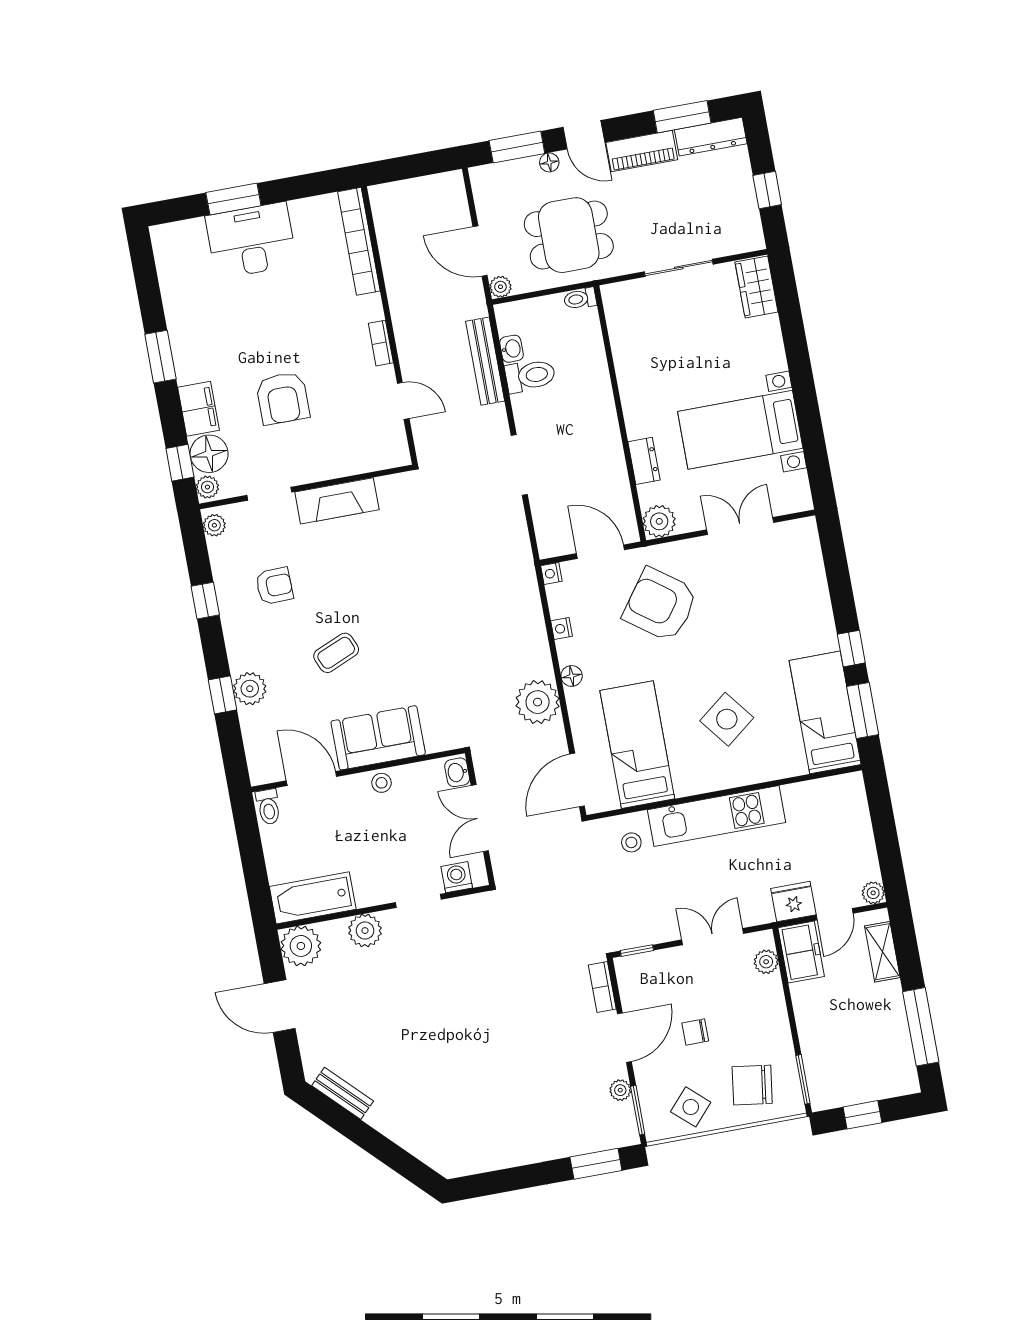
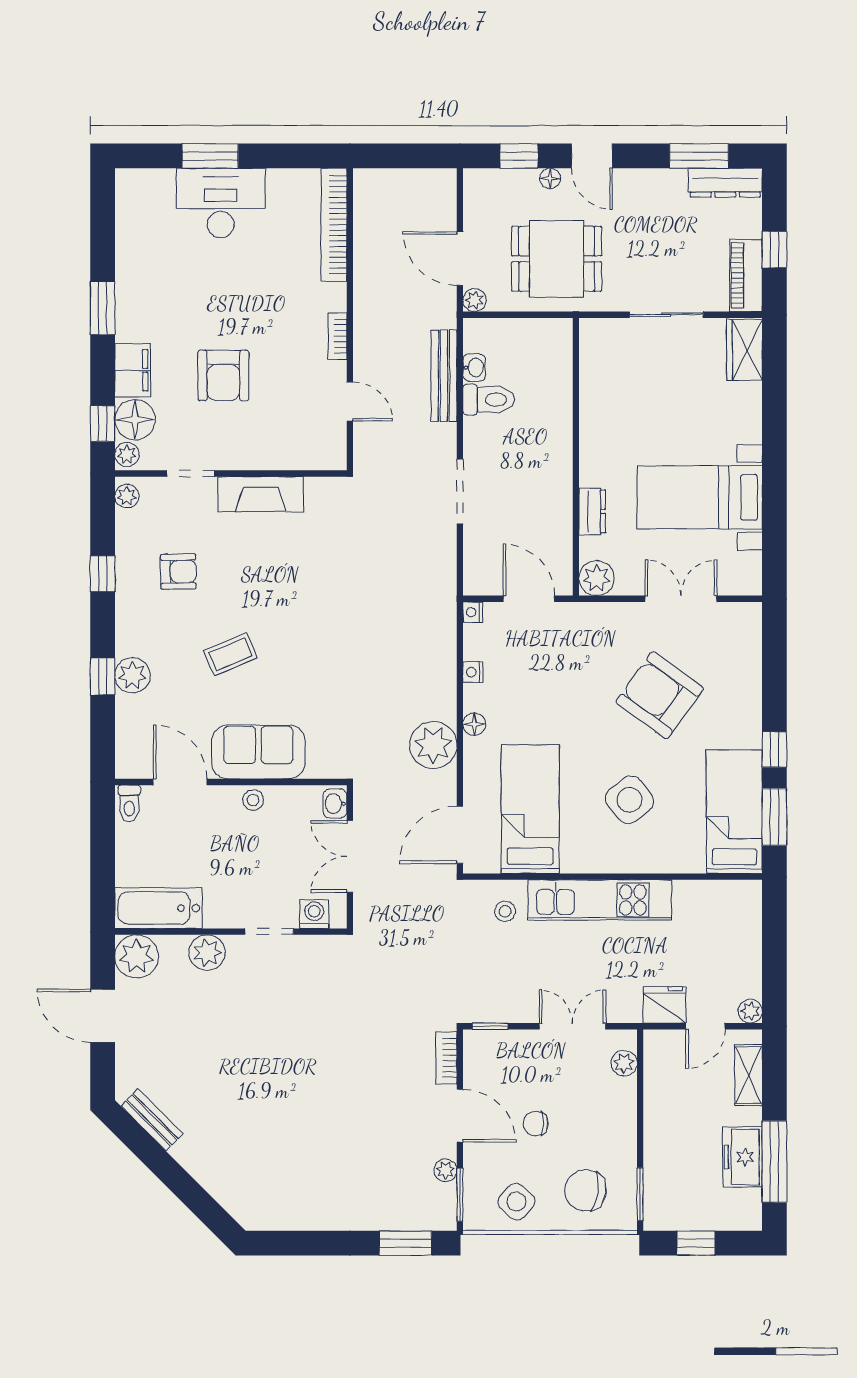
window: (517, 147) -> (519, 156), width x0.67
piano: (642, 151) -> (746, 276), moved, turned 90
toilet: (580, 299) -> (556, 328), removed
armchair: (660, 605) -> (660, 695), moved
freezer: (801, 952) -> (743, 1157), moved, turned 180
door: (624, 1038) -> (460, 1116), hinge flipped

